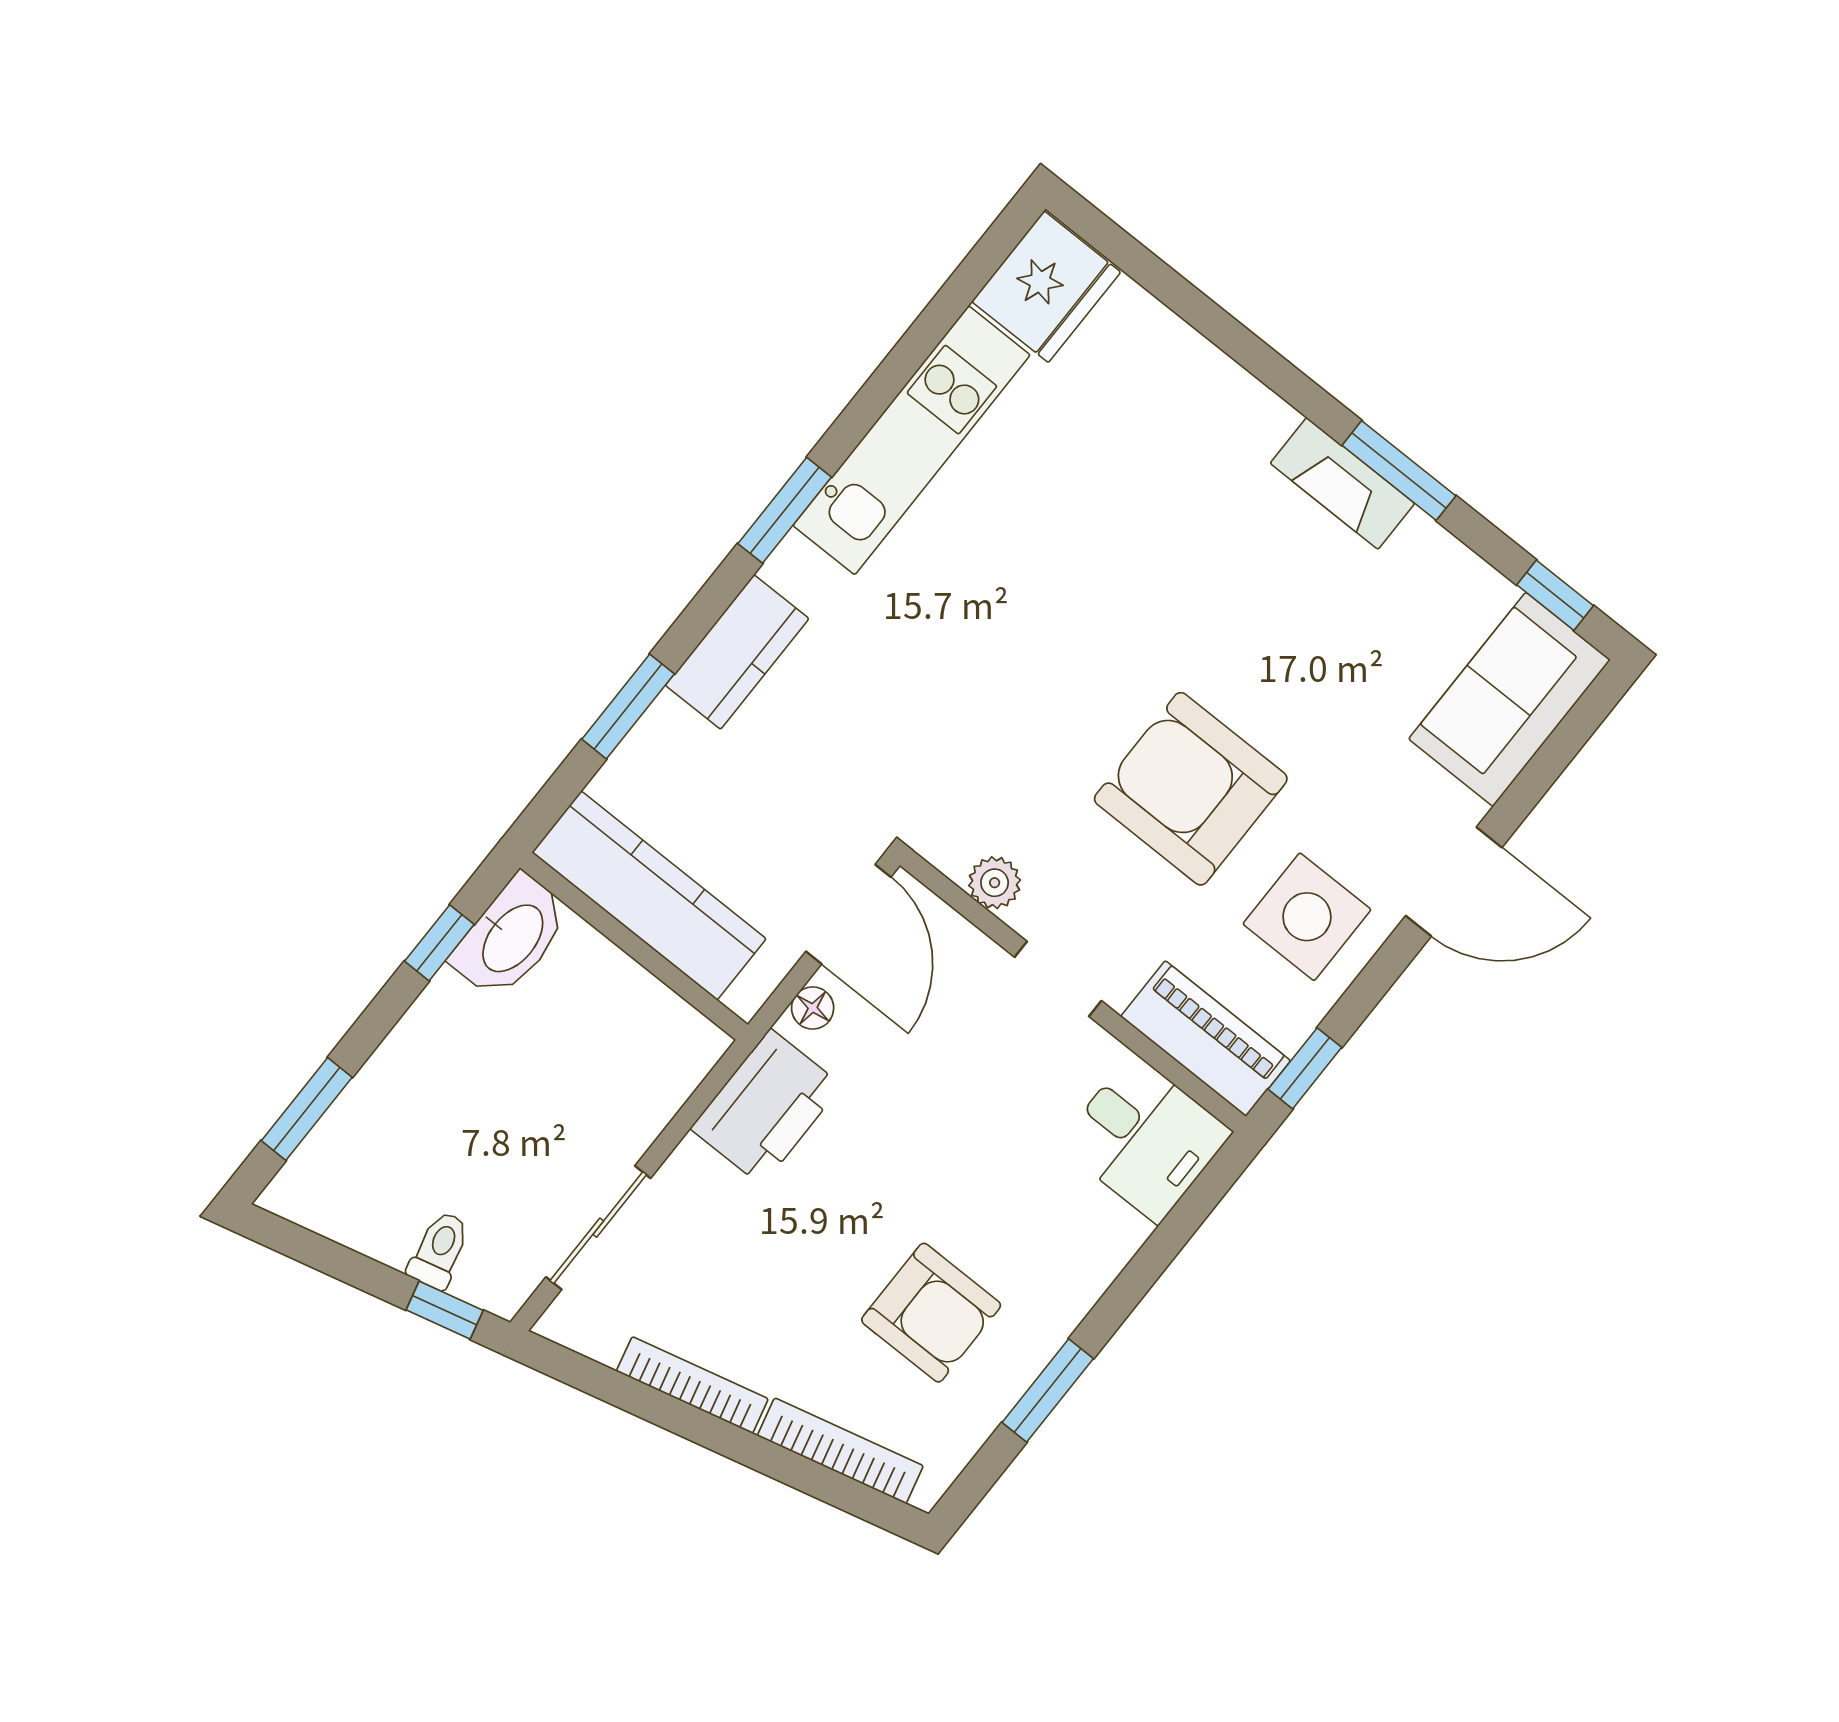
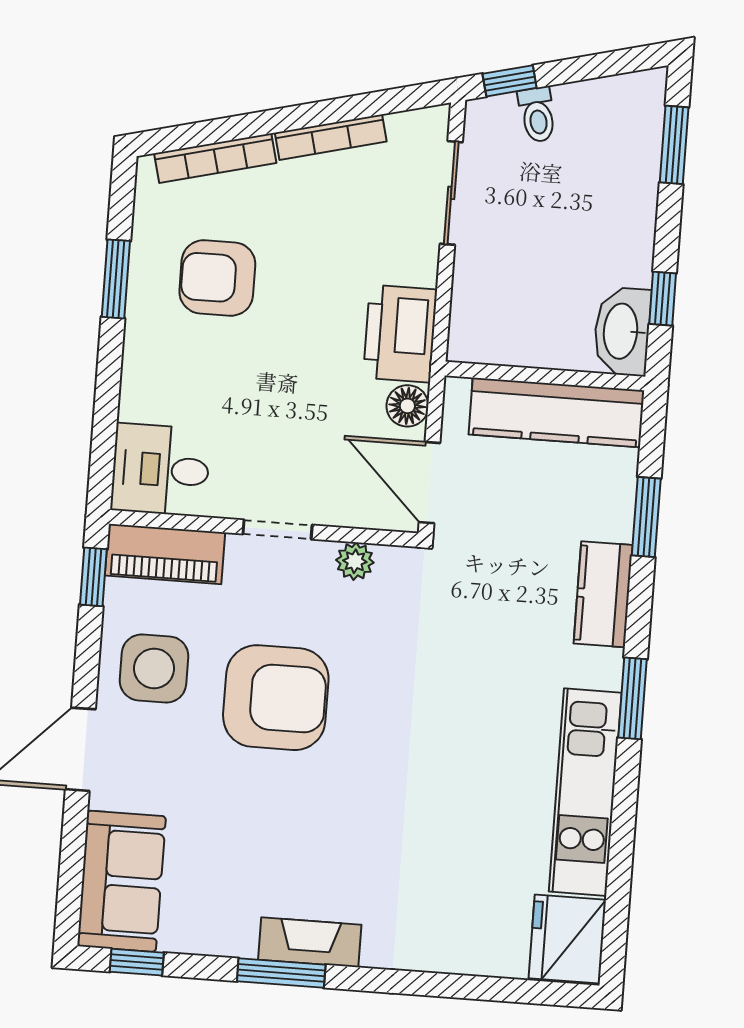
floor lamp: (813, 1008) -> (407, 406), width x1.37, depth x1.37

